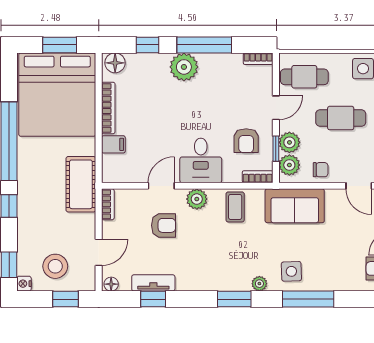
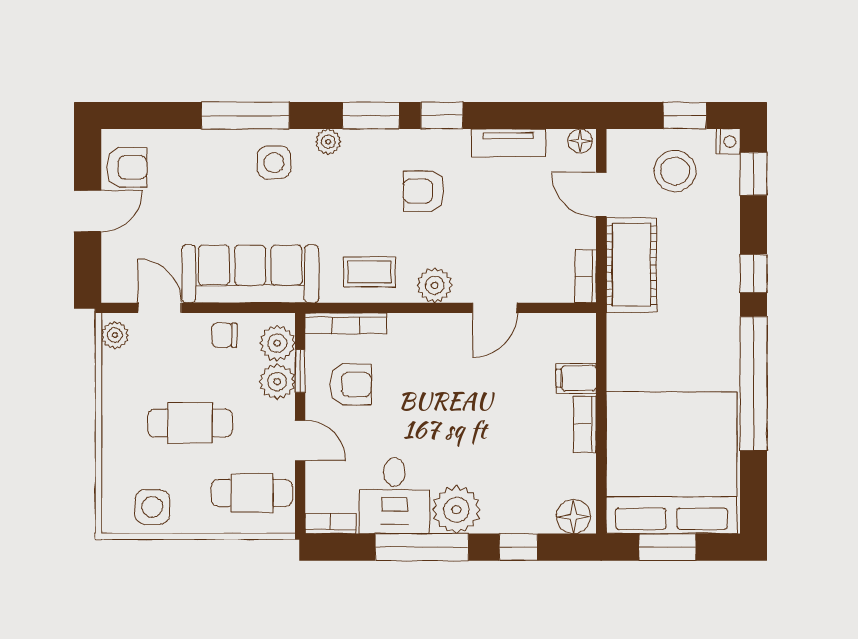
bookcase: (108, 108) -> (585, 424), width x0.64
door: (276, 108) -> (300, 440), swing flipped
armchair: (246, 141) -> (351, 385), turned 90
desk: (201, 160) -> (394, 496), moved, turned 180
bookcase: (258, 177) -> (346, 323), width x1.56
cot: (81, 184) -> (631, 265), moved
sofa: (295, 206) -> (250, 274), width x1.36
coffee table: (235, 207) -> (369, 272), turned 90
armchair: (163, 225) -> (424, 191), moved
door: (99, 252) -> (601, 195), hinge flipped
window: (65, 299) -> (685, 115), moved
window: (153, 299) -> (442, 115), moved

